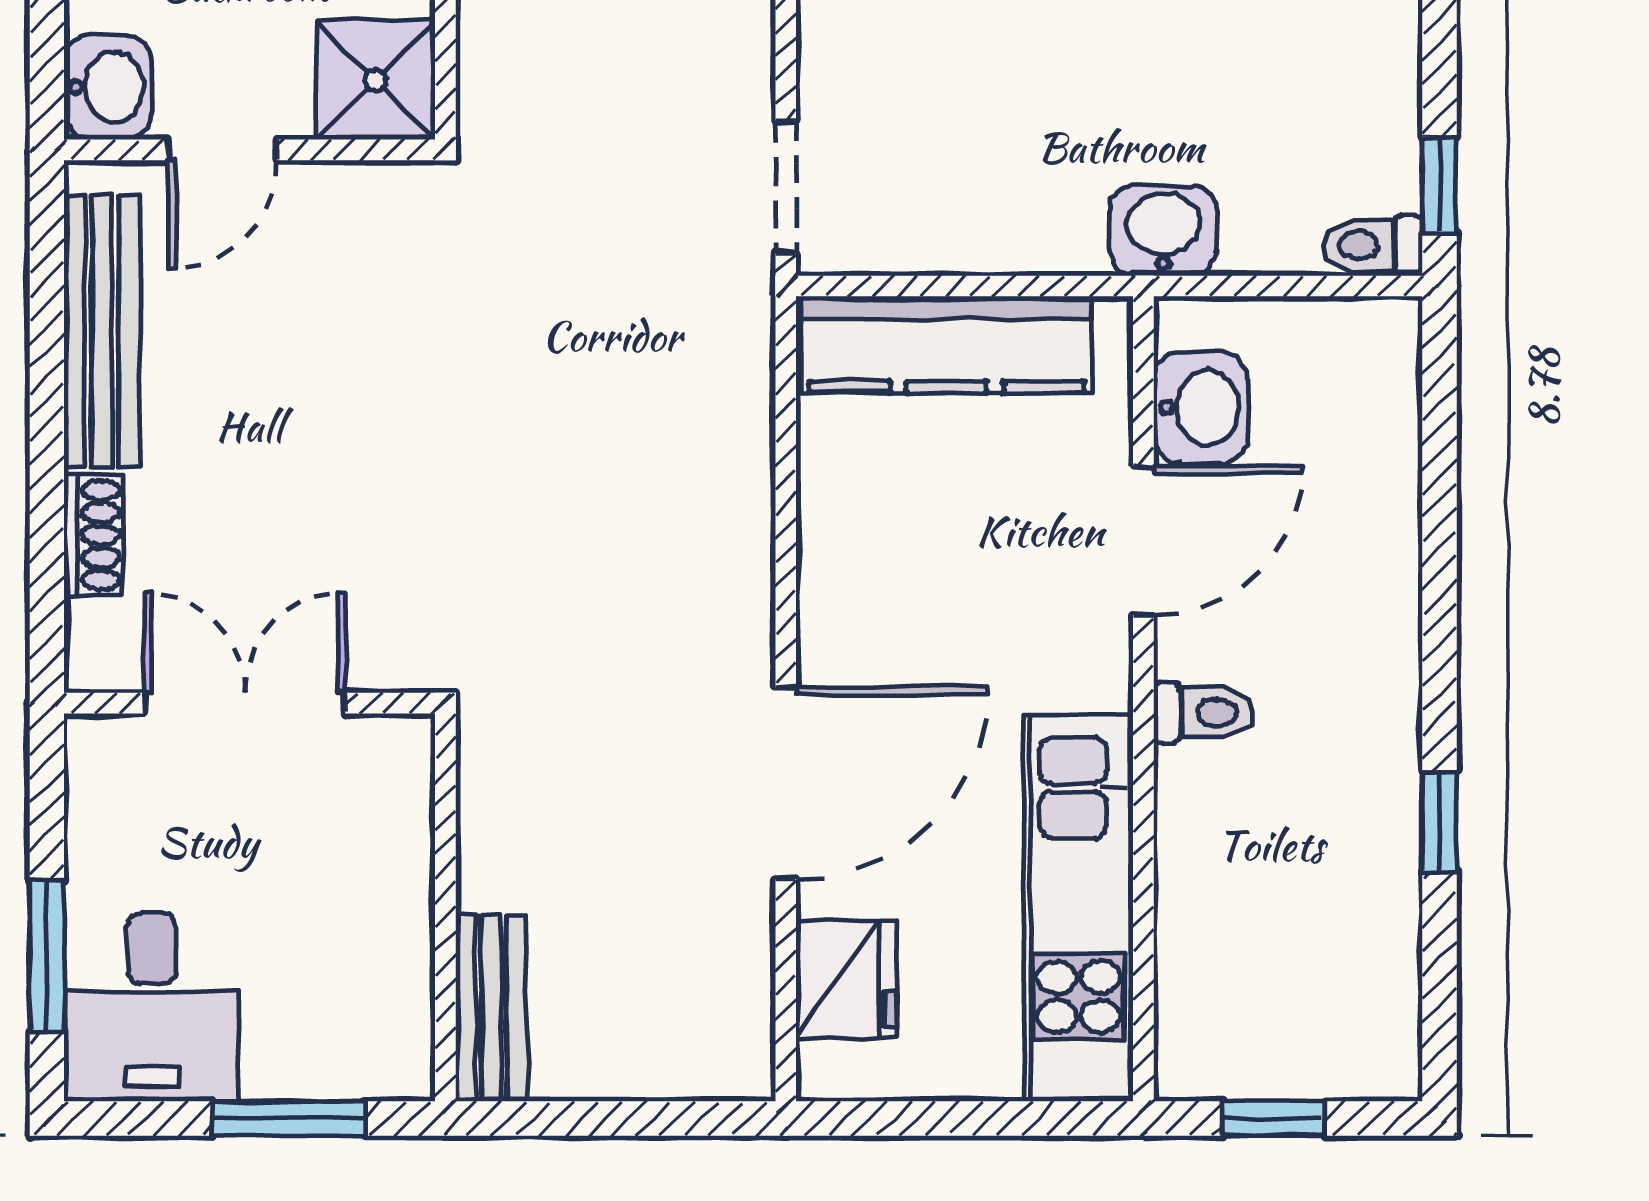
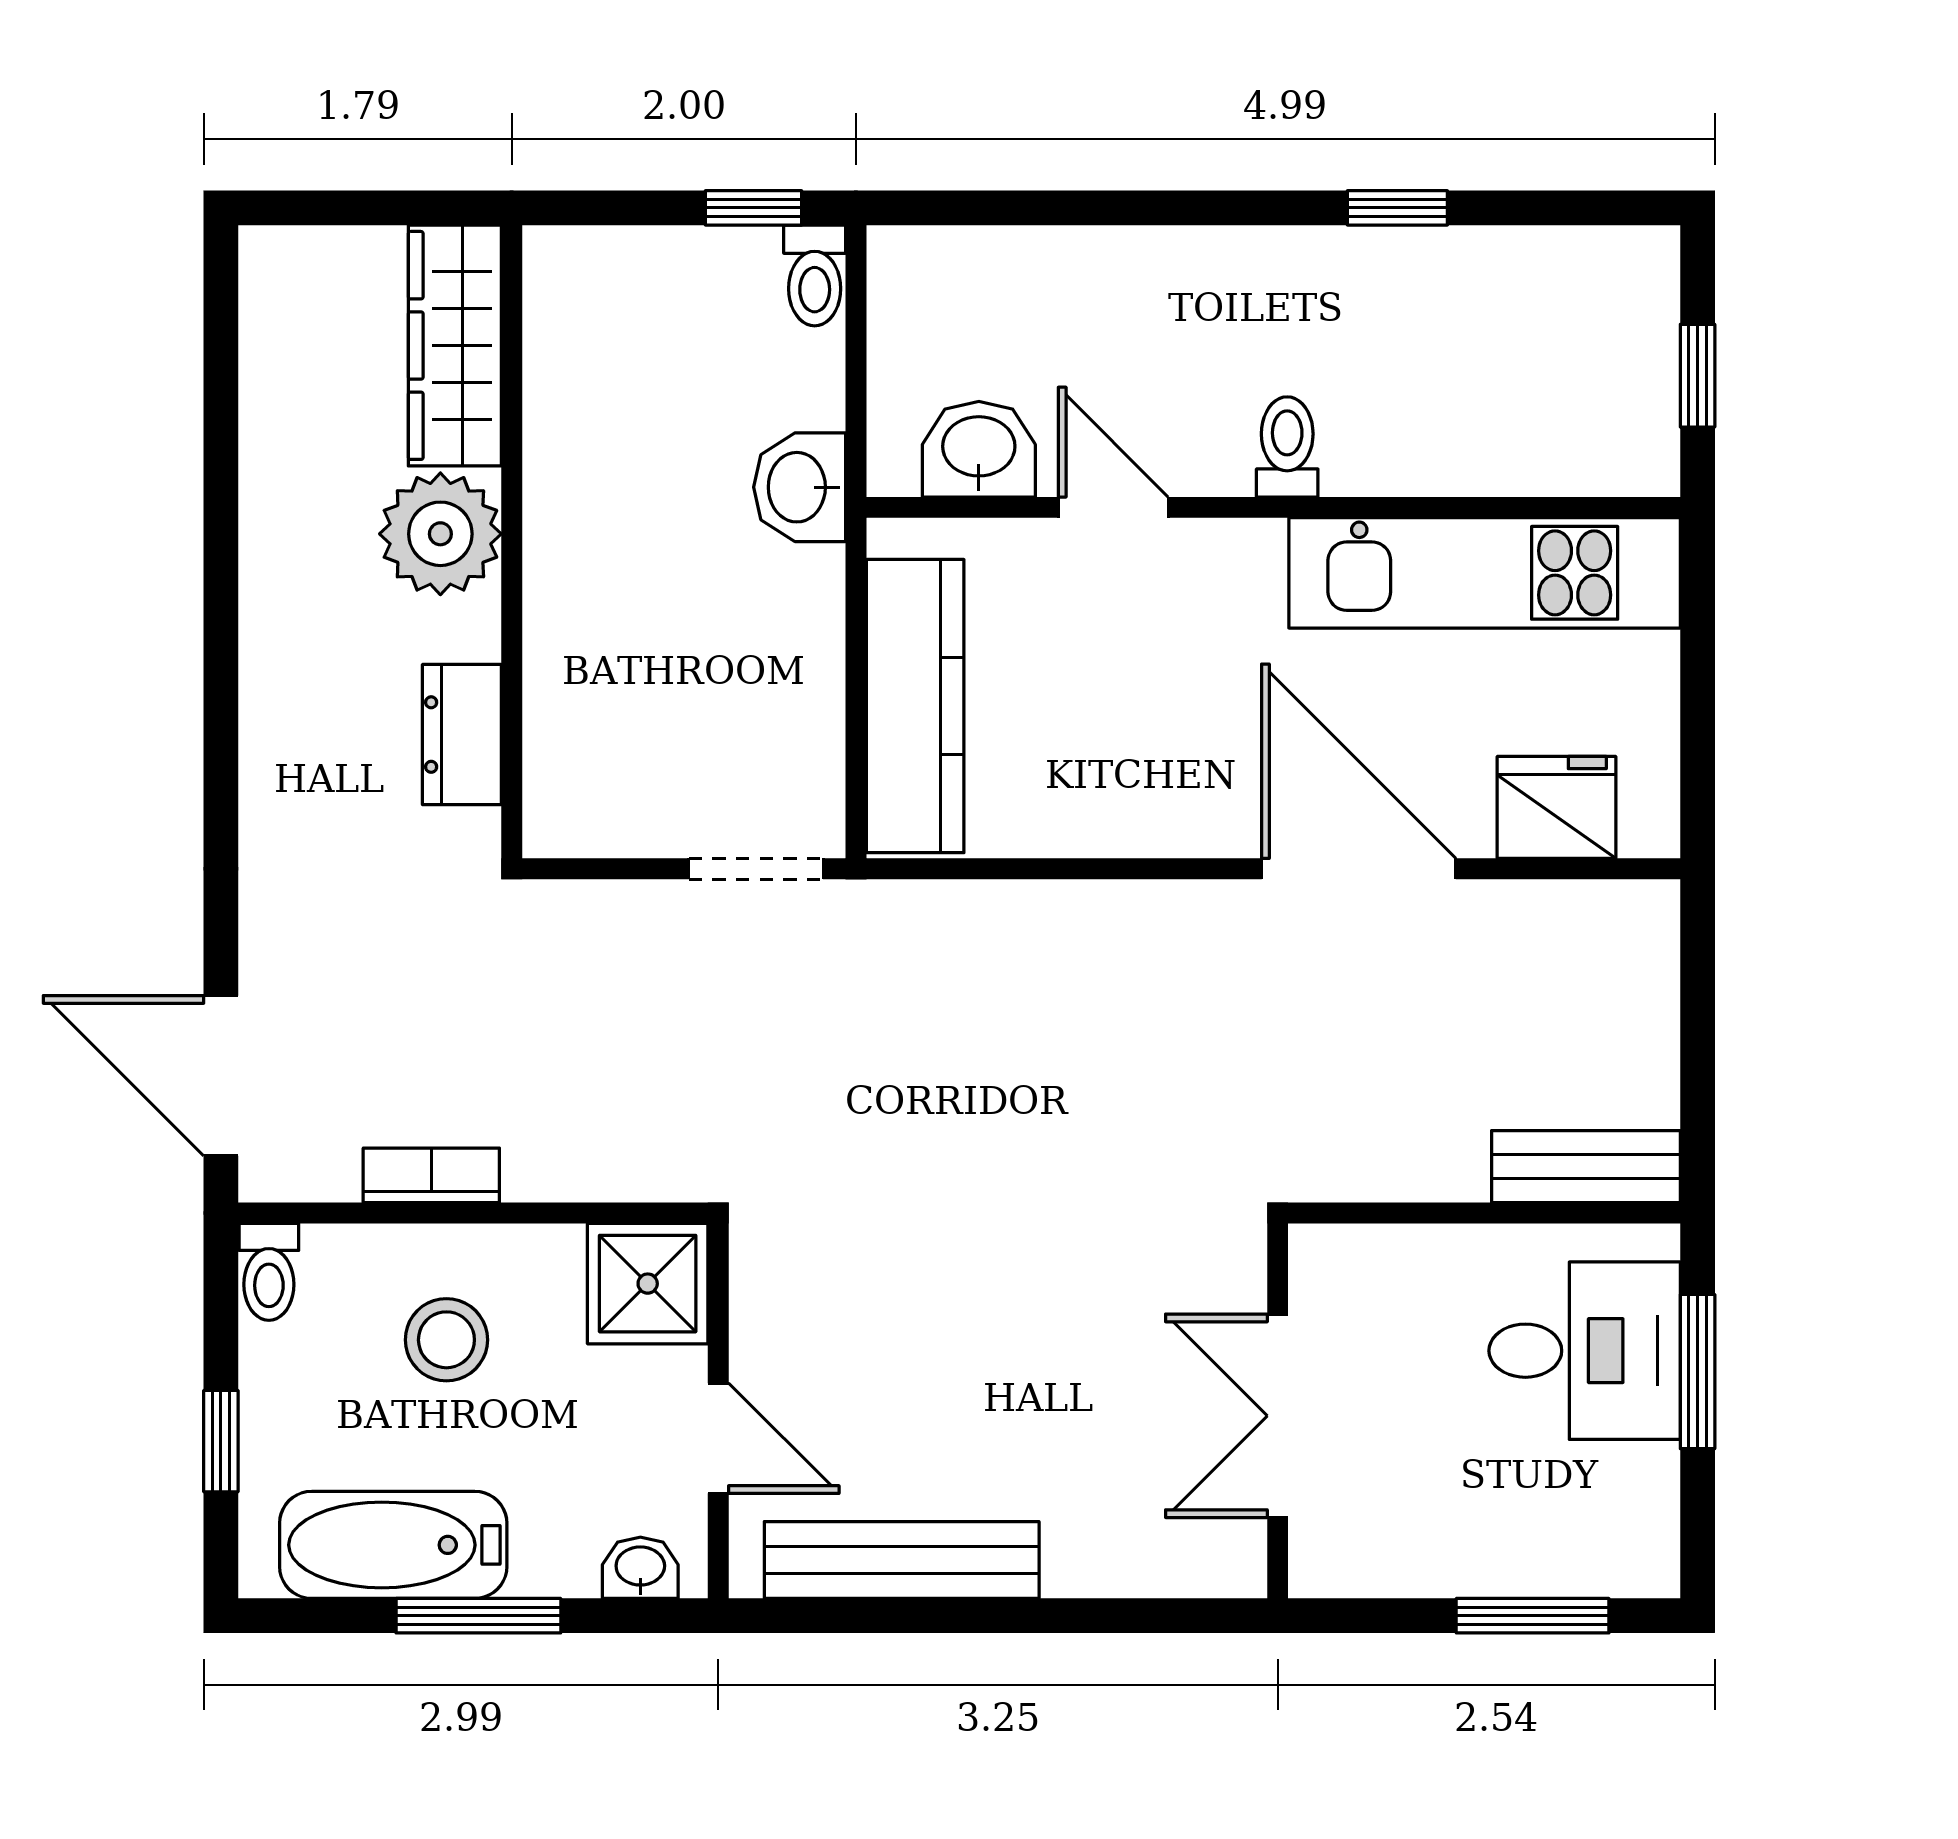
washbasin: (108, 87) -> (640, 1568), width x0.72, depth x0.69
shoe rack: (94, 535) -> (1108, 1568), removed
door: (1143, 540) -> (1113, 507), width x0.73
desk: (152, 1007) -> (1585, 1351), moved

